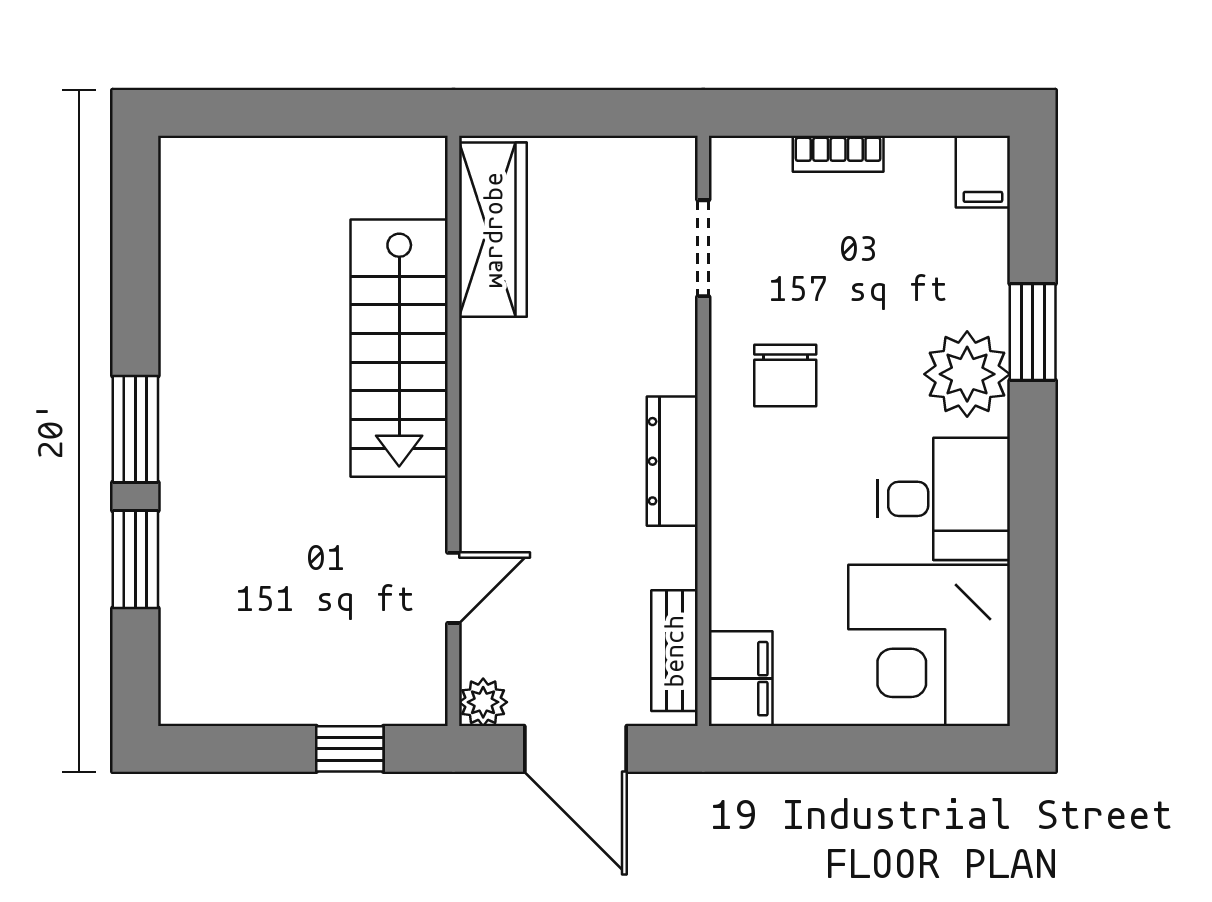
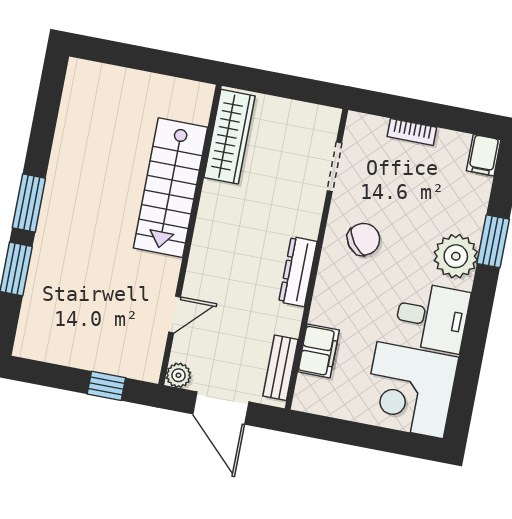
chair: (785, 376) -> (364, 239), turned -127
filing cabinet: (741, 679) -> (319, 351), moved

